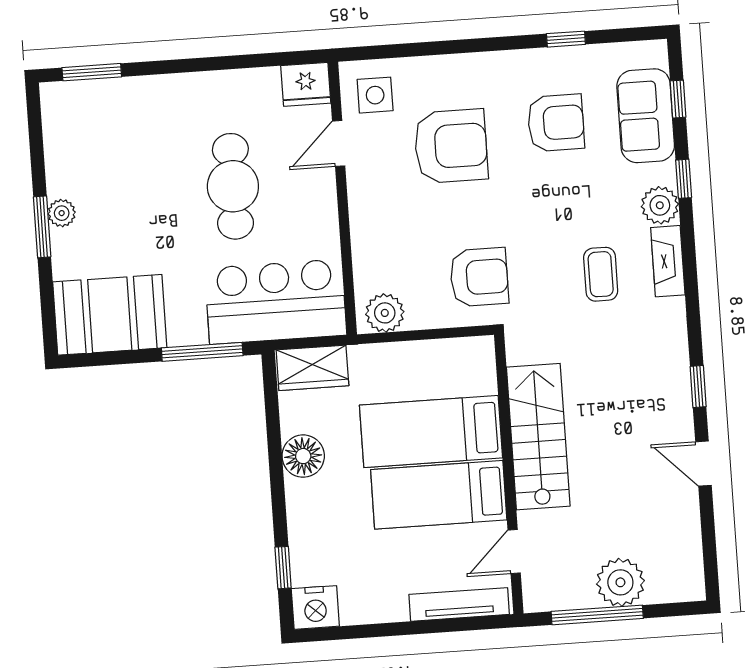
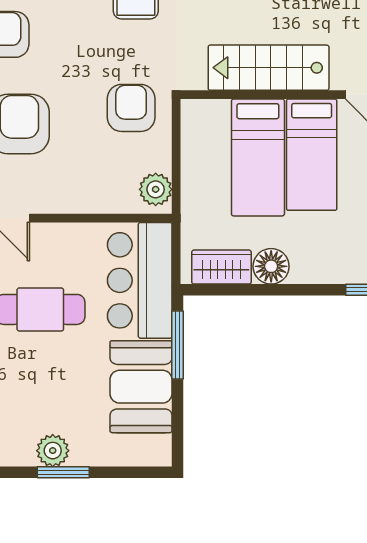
plant: (62, 213) -> (53, 451), width x1.38, depth x1.38
booth: (110, 315) -> (141, 387), moved
wardrobe: (312, 368) -> (221, 267), moved, turned -90

